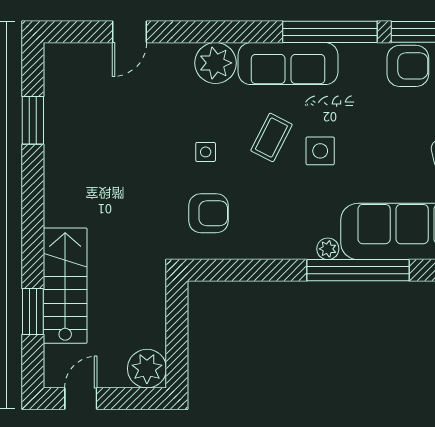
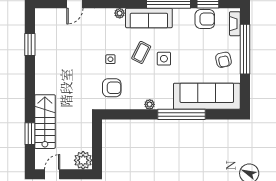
plant: (215, 63) -> (120, 13), width x0.53, depth x0.53
plant: (328, 249) -> (150, 104), moved

